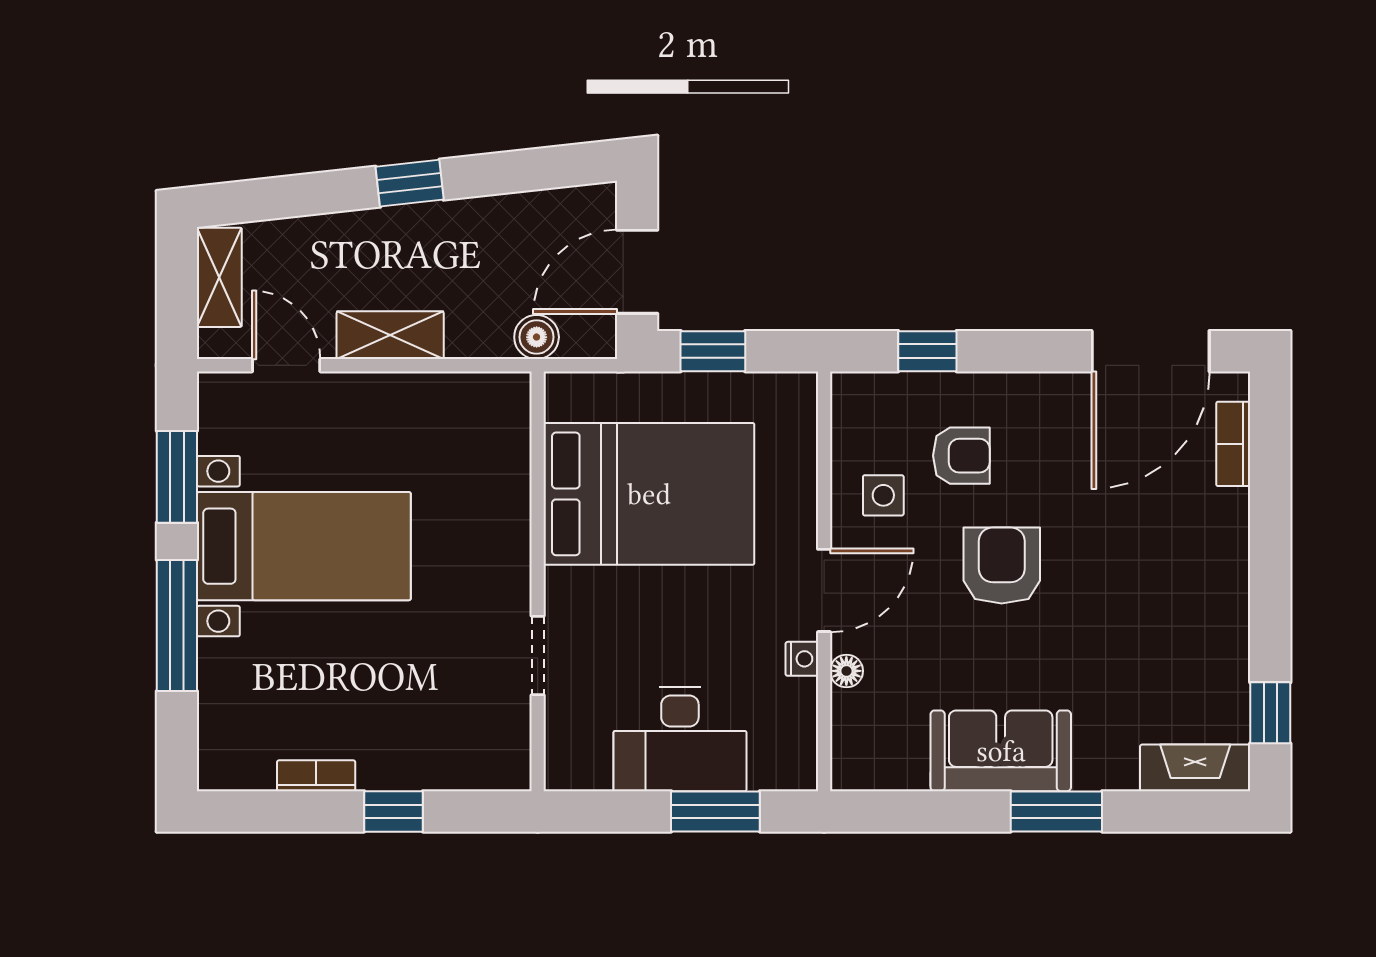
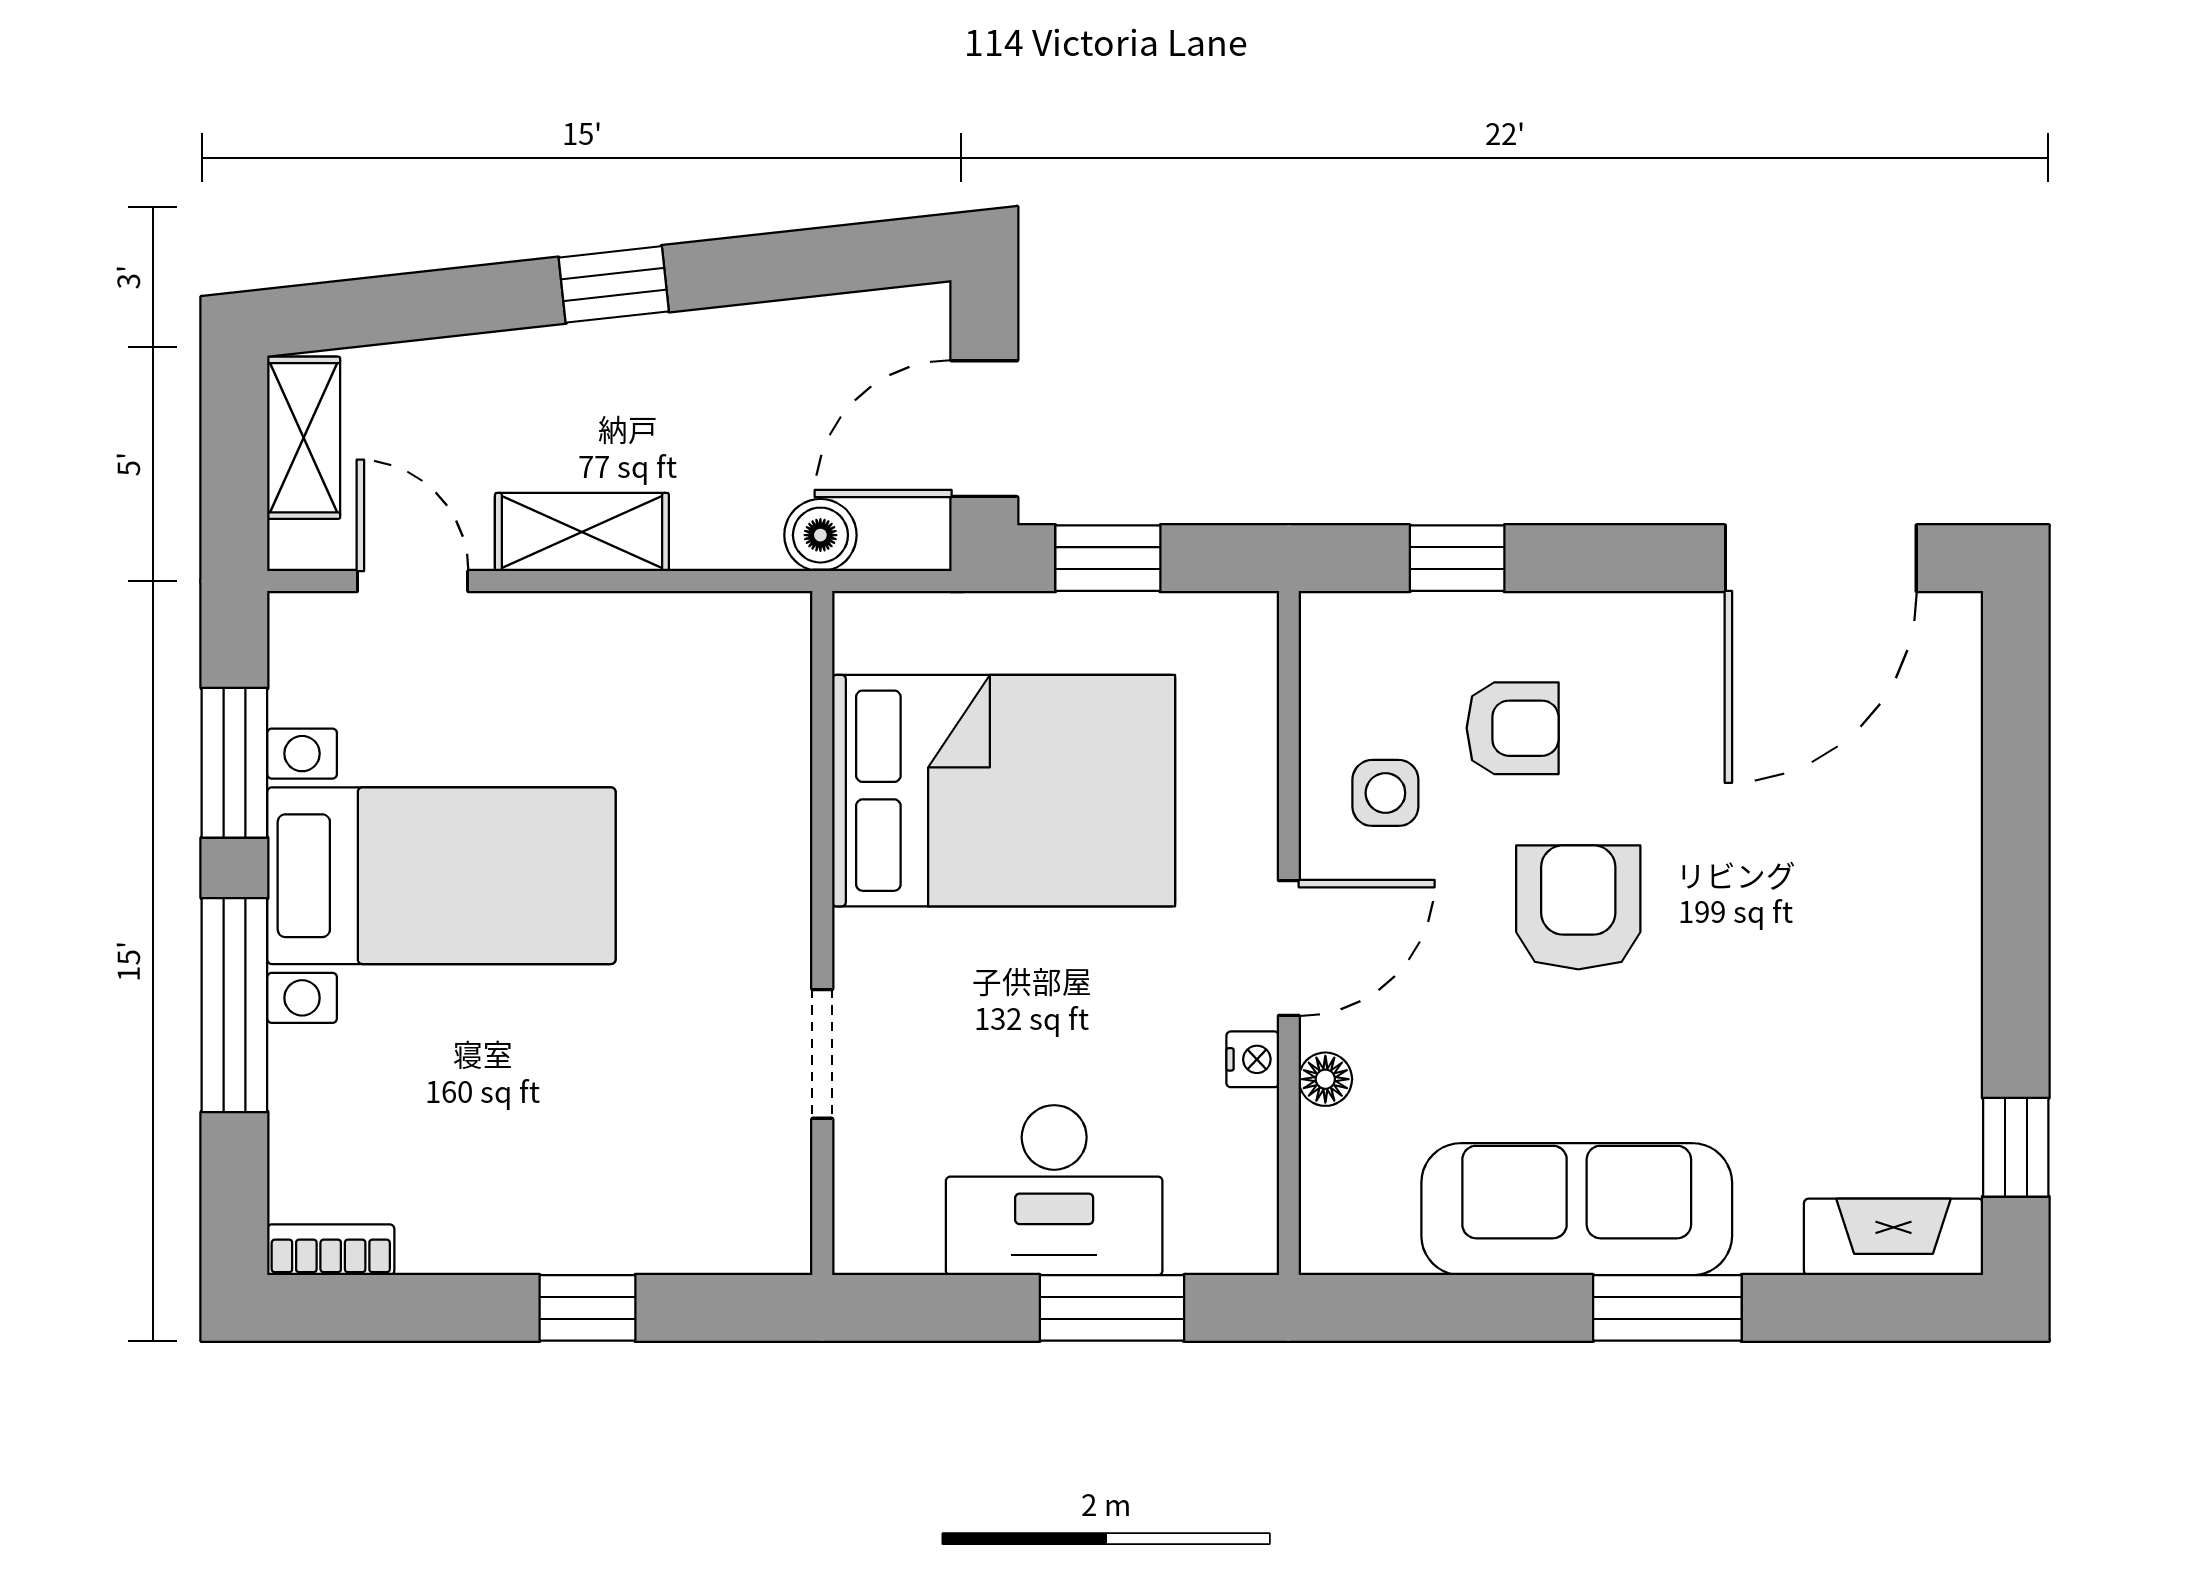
bookcase: (1233, 444) -> (1955, 709), removed
sofa: (1001, 751) -> (1577, 1209), width x1.36
bookcase: (316, 776) -> (331, 1250), moved

